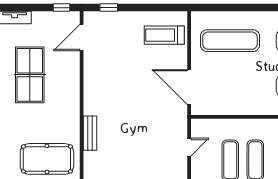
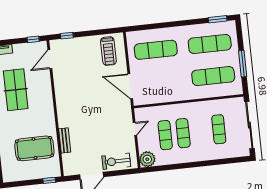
treadmill: (164, 35) -> (108, 51), turned -90
bench: (90, 133) -> (65, 140), moved

